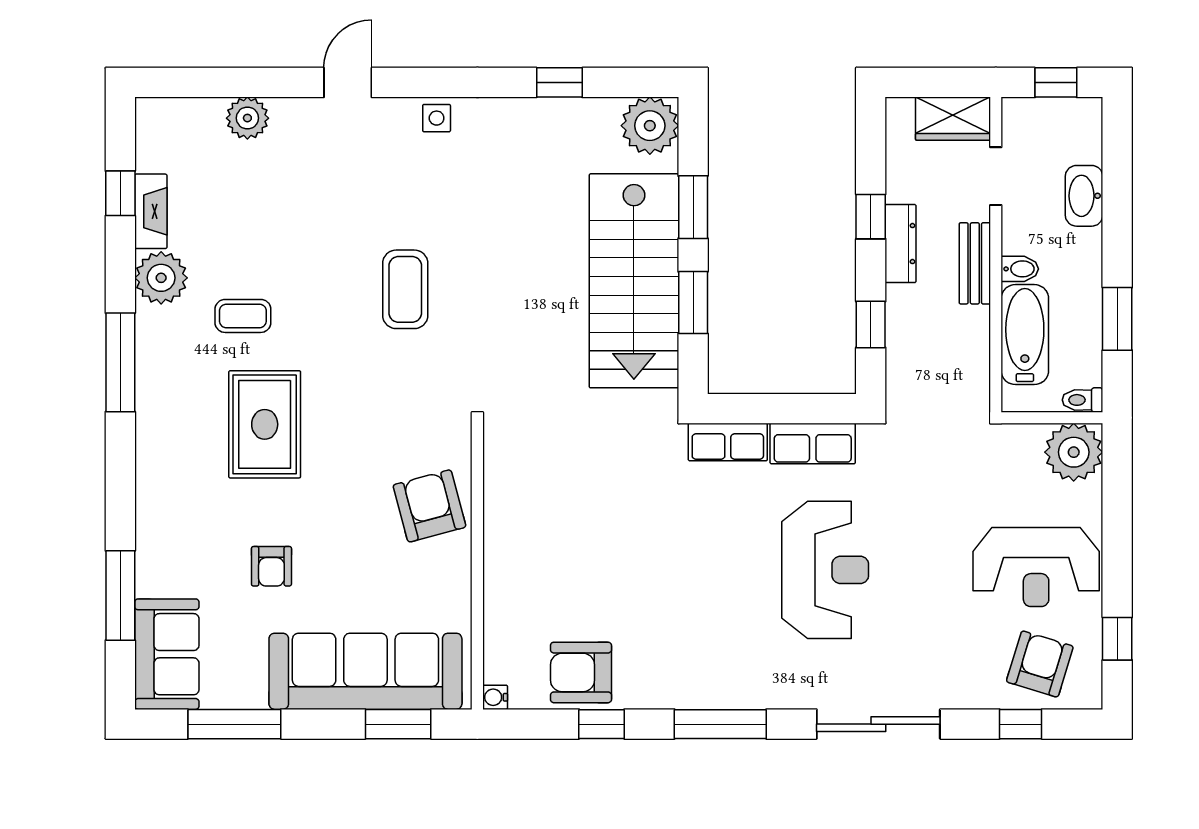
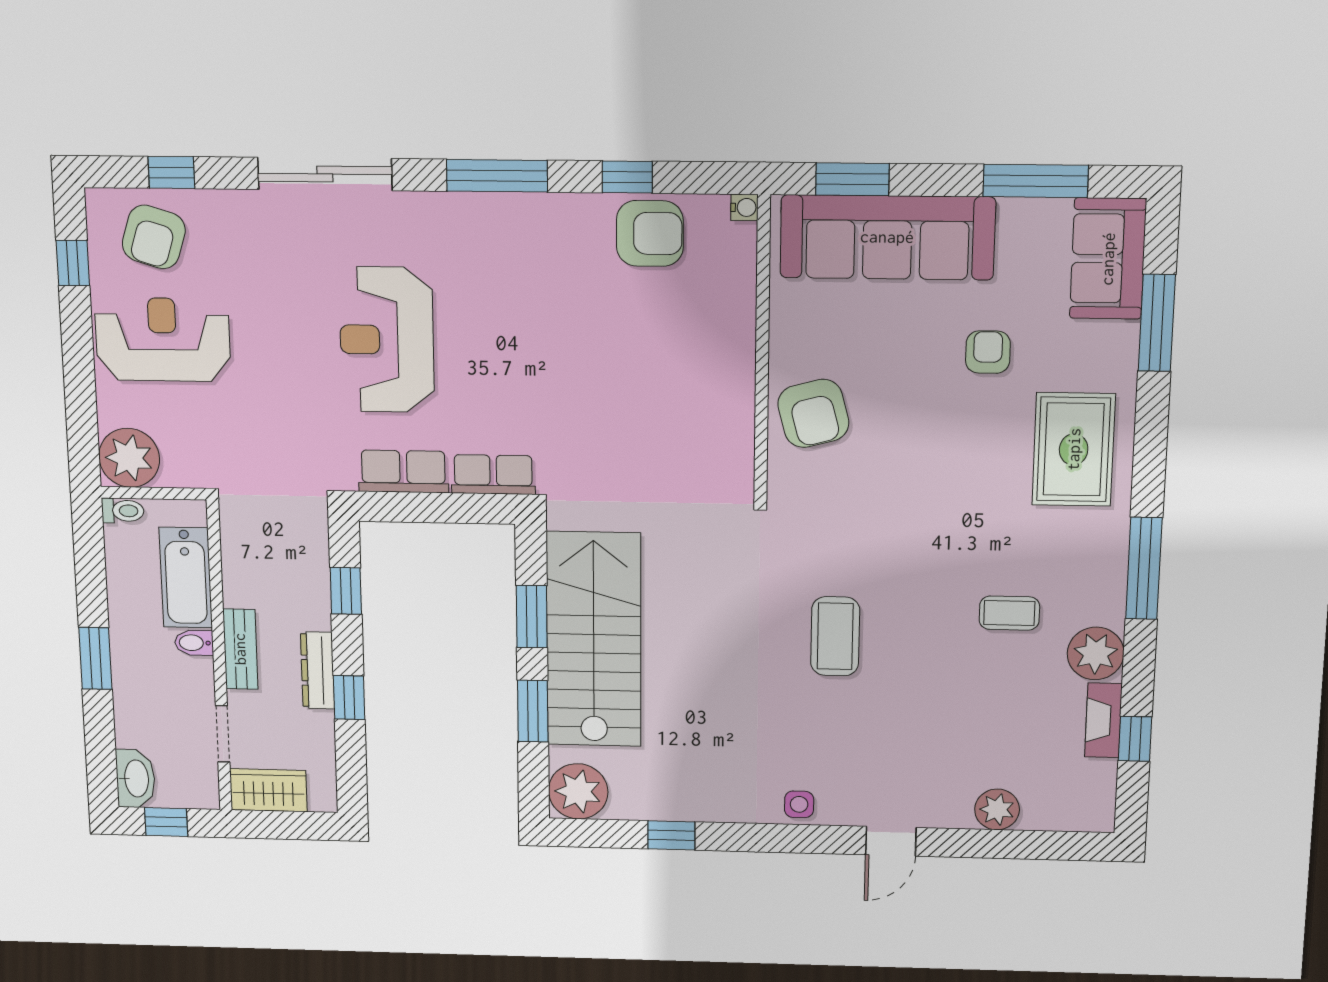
washbasin: (1084, 196) -> (135, 778), moved
window: (1117, 319) -> (95, 658), moved
rug: (265, 424) -> (1074, 449), moved

